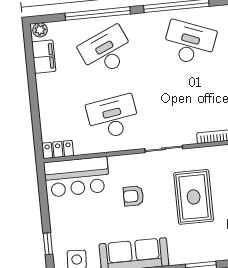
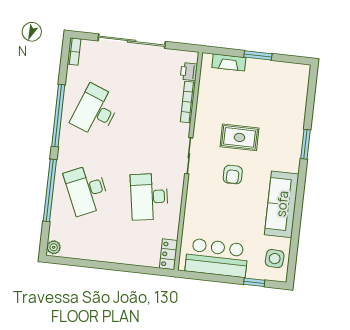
filing cabinet: (44, 57) -> (79, 249), removed
bar counter: (77, 177) -> (217, 258), moved, turned -90
armchair: (133, 196) -> (233, 175), moved
rug: (194, 197) -> (239, 137), width x0.73, depth x0.70

